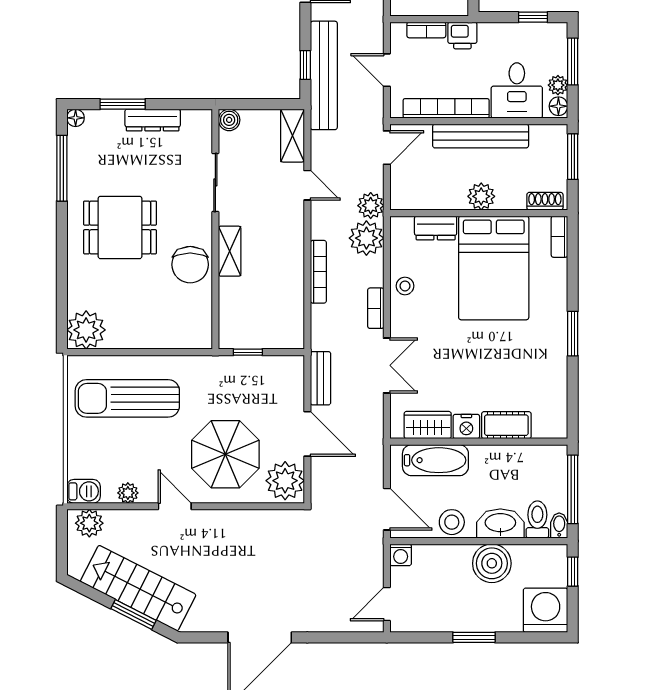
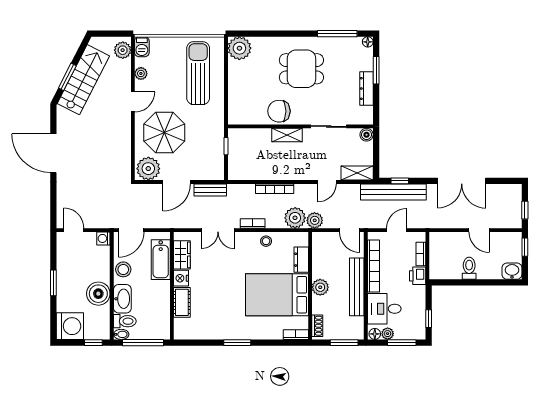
dining table: (120, 227) -> (301, 69), turned 90

